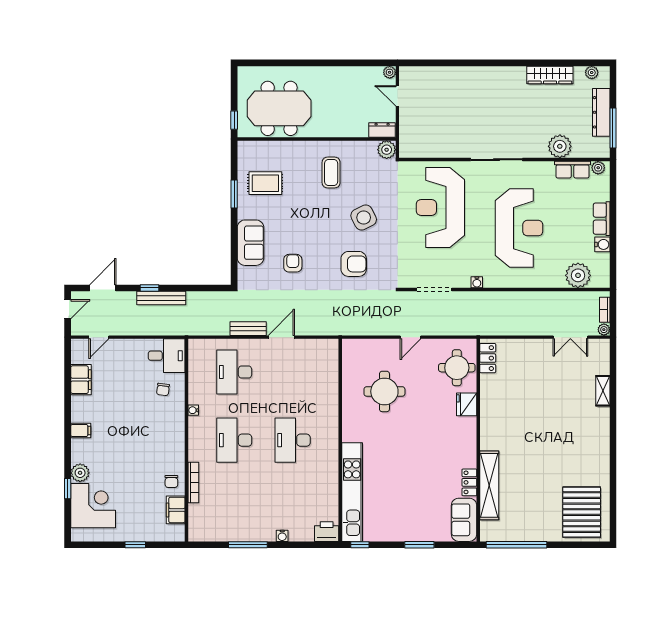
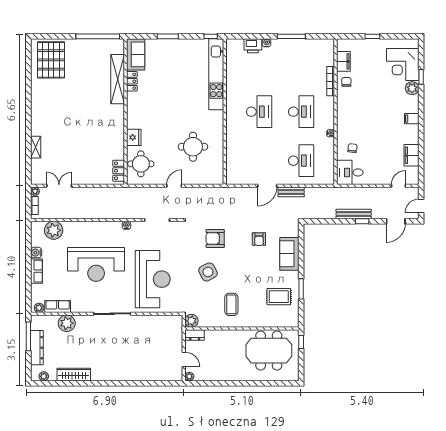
reception desk: (519, 228) -> (96, 264), turned -90
printer: (327, 532) -> (253, 46), moved

